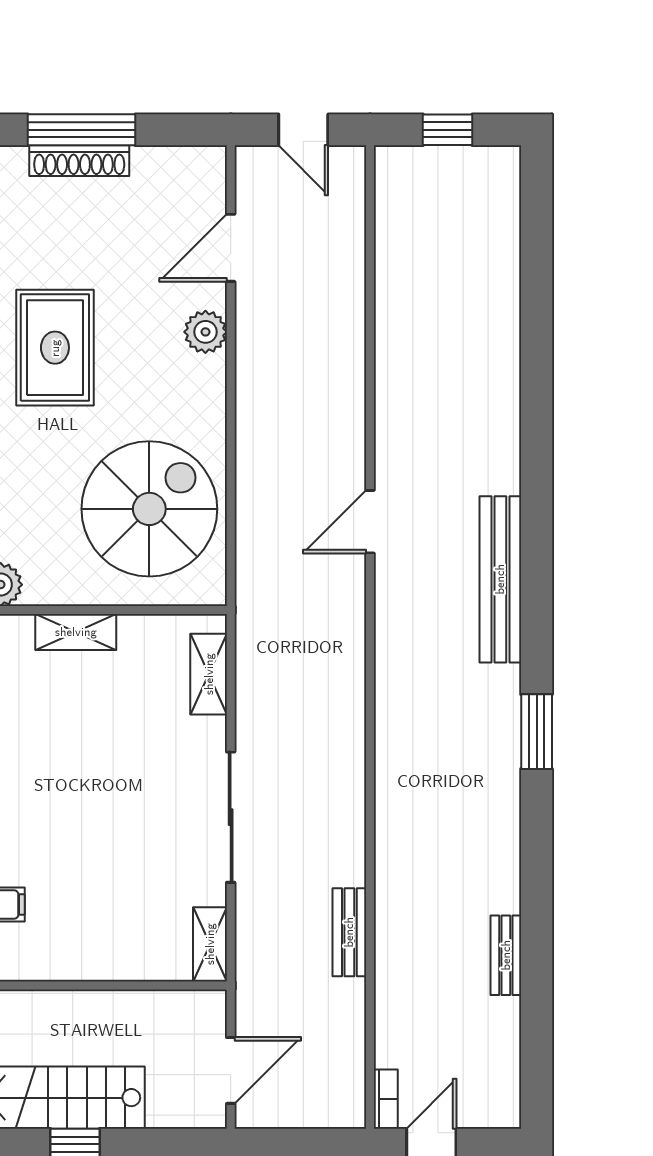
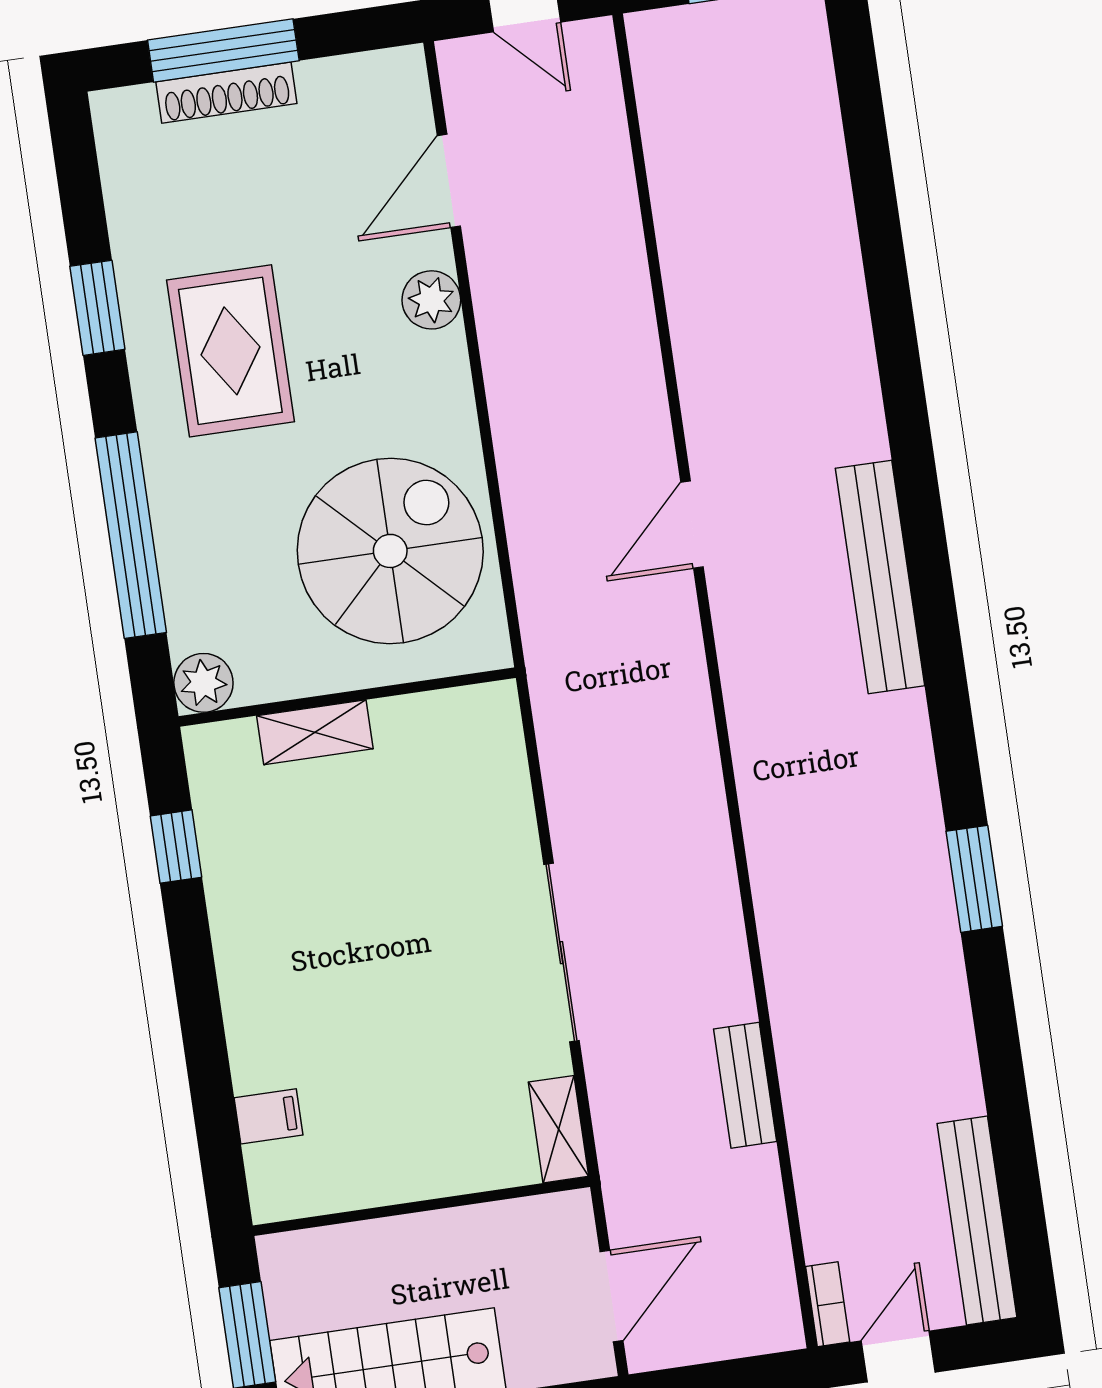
shelving: (209, 674) -> (503, 763), removed
window: (537, 732) -> (974, 879), moved
bench: (506, 955) -> (977, 1221), moved, width x1.86, depth x1.21

